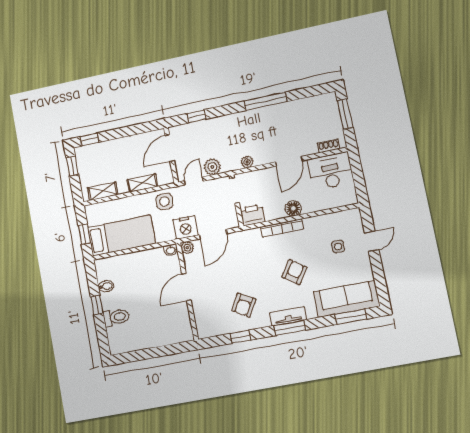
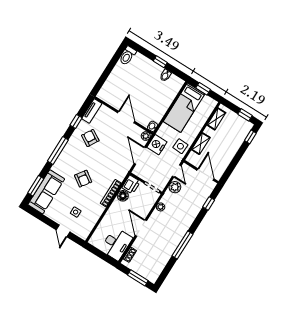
floor lamp: (293, 208) -> (123, 196), moved
tv unit: (288, 316) -> (92, 111), moved
toilet: (116, 317) -> (128, 56), moved
window: (290, 328) -> (58, 151), width x1.44

